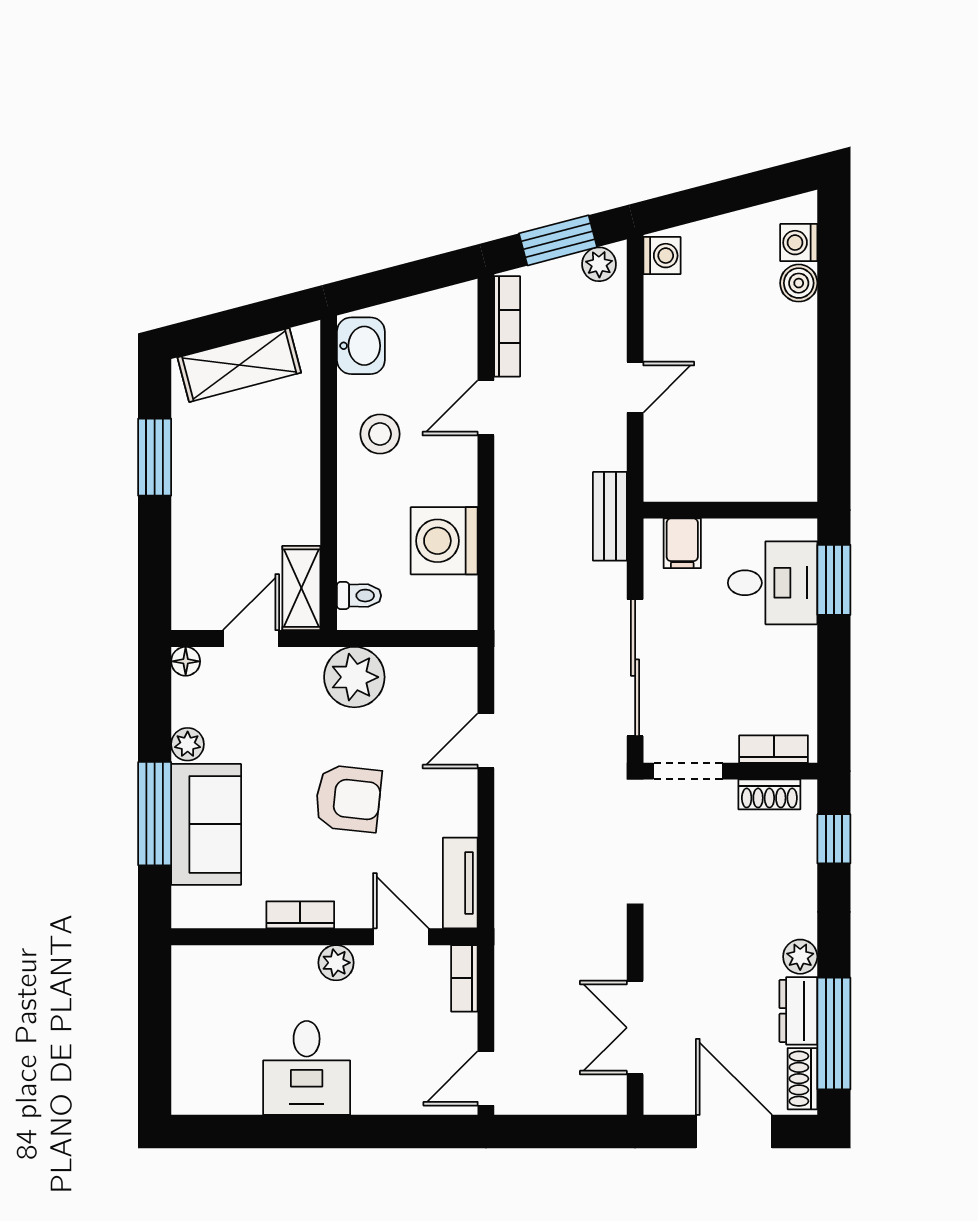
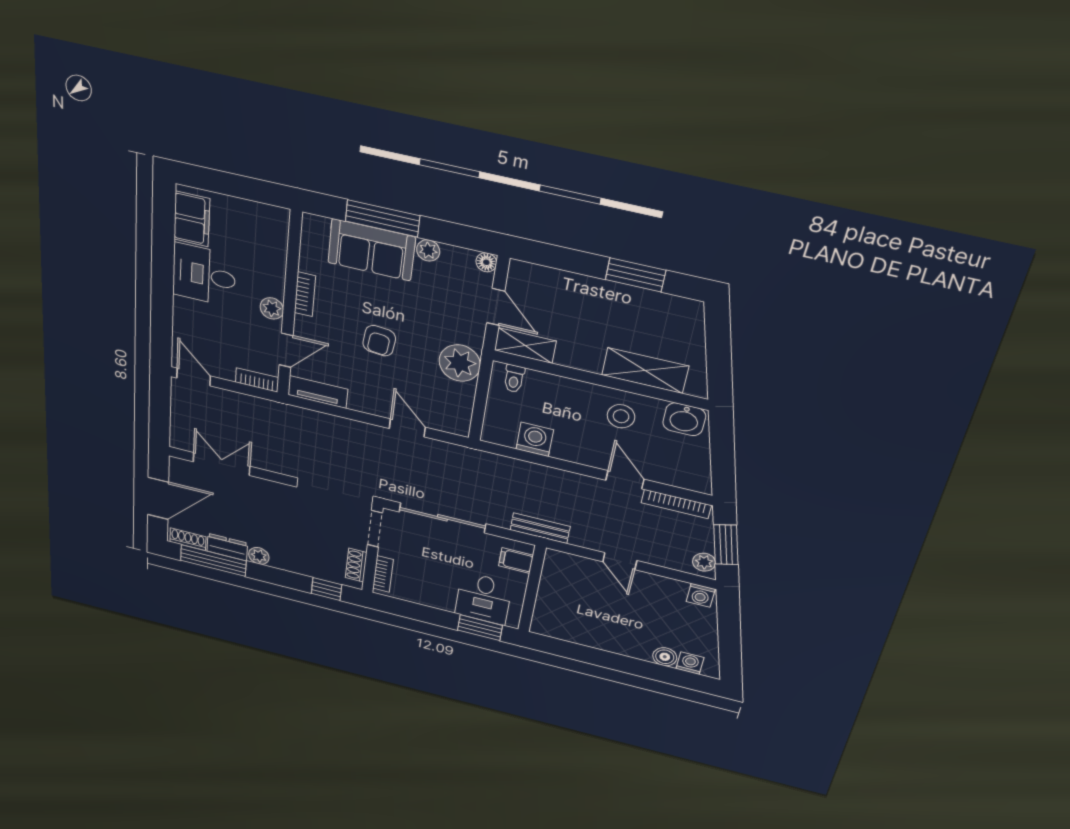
shelving: (239, 365) -> (645, 371), moved, turned -75
washing machine: (444, 541) -> (535, 439), width x0.73, depth x0.73
armchair: (348, 799) -> (379, 341), width x0.72, depth x0.72
filing cabinet: (221, 1089) -> (192, 219), added

